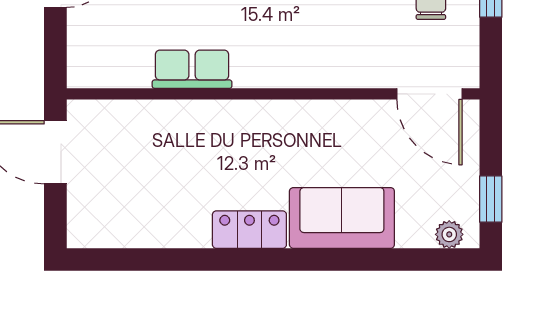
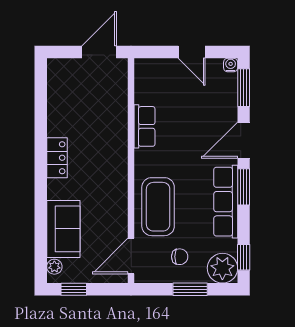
coffee table: (339, 44) -> (158, 207), added
sofa: (342, 218) -> (63, 229), moved

